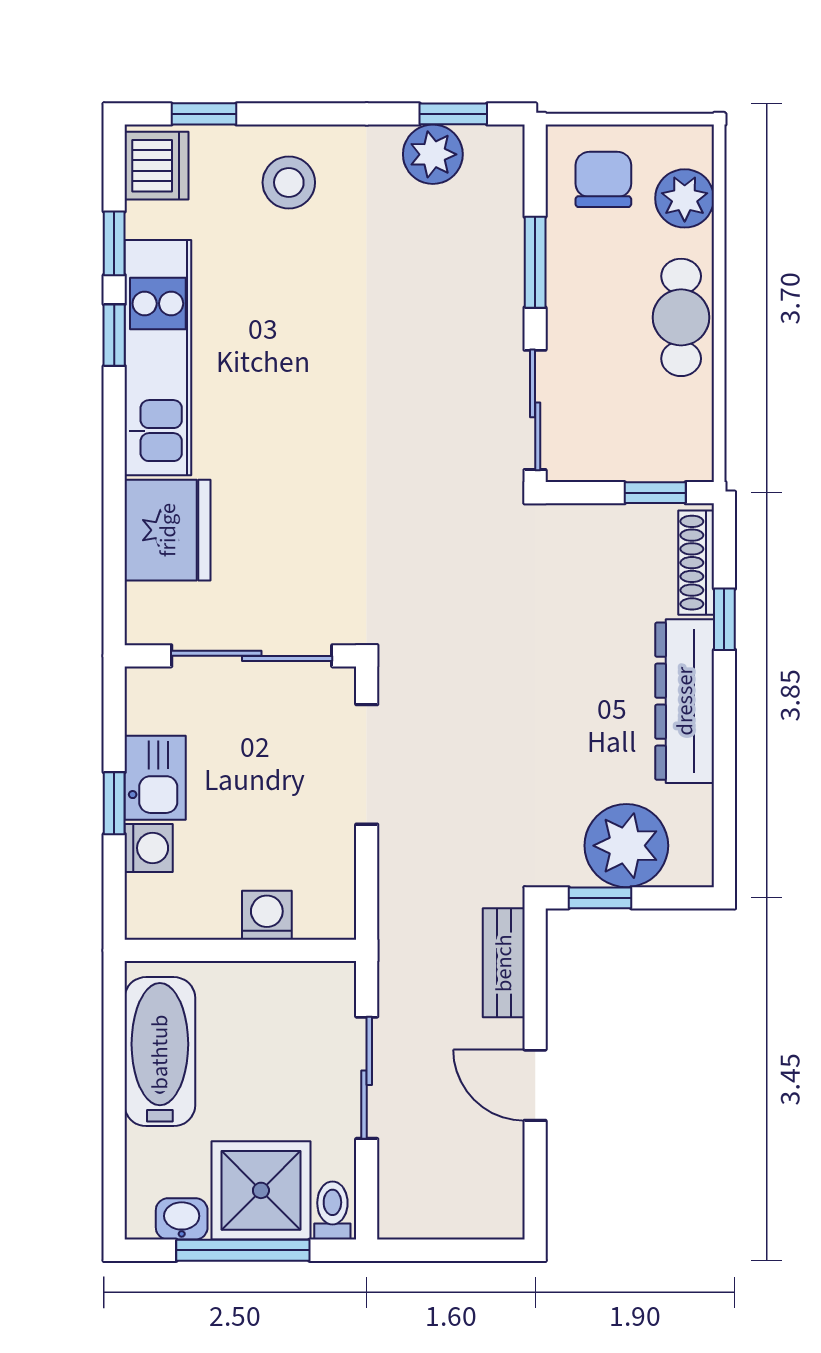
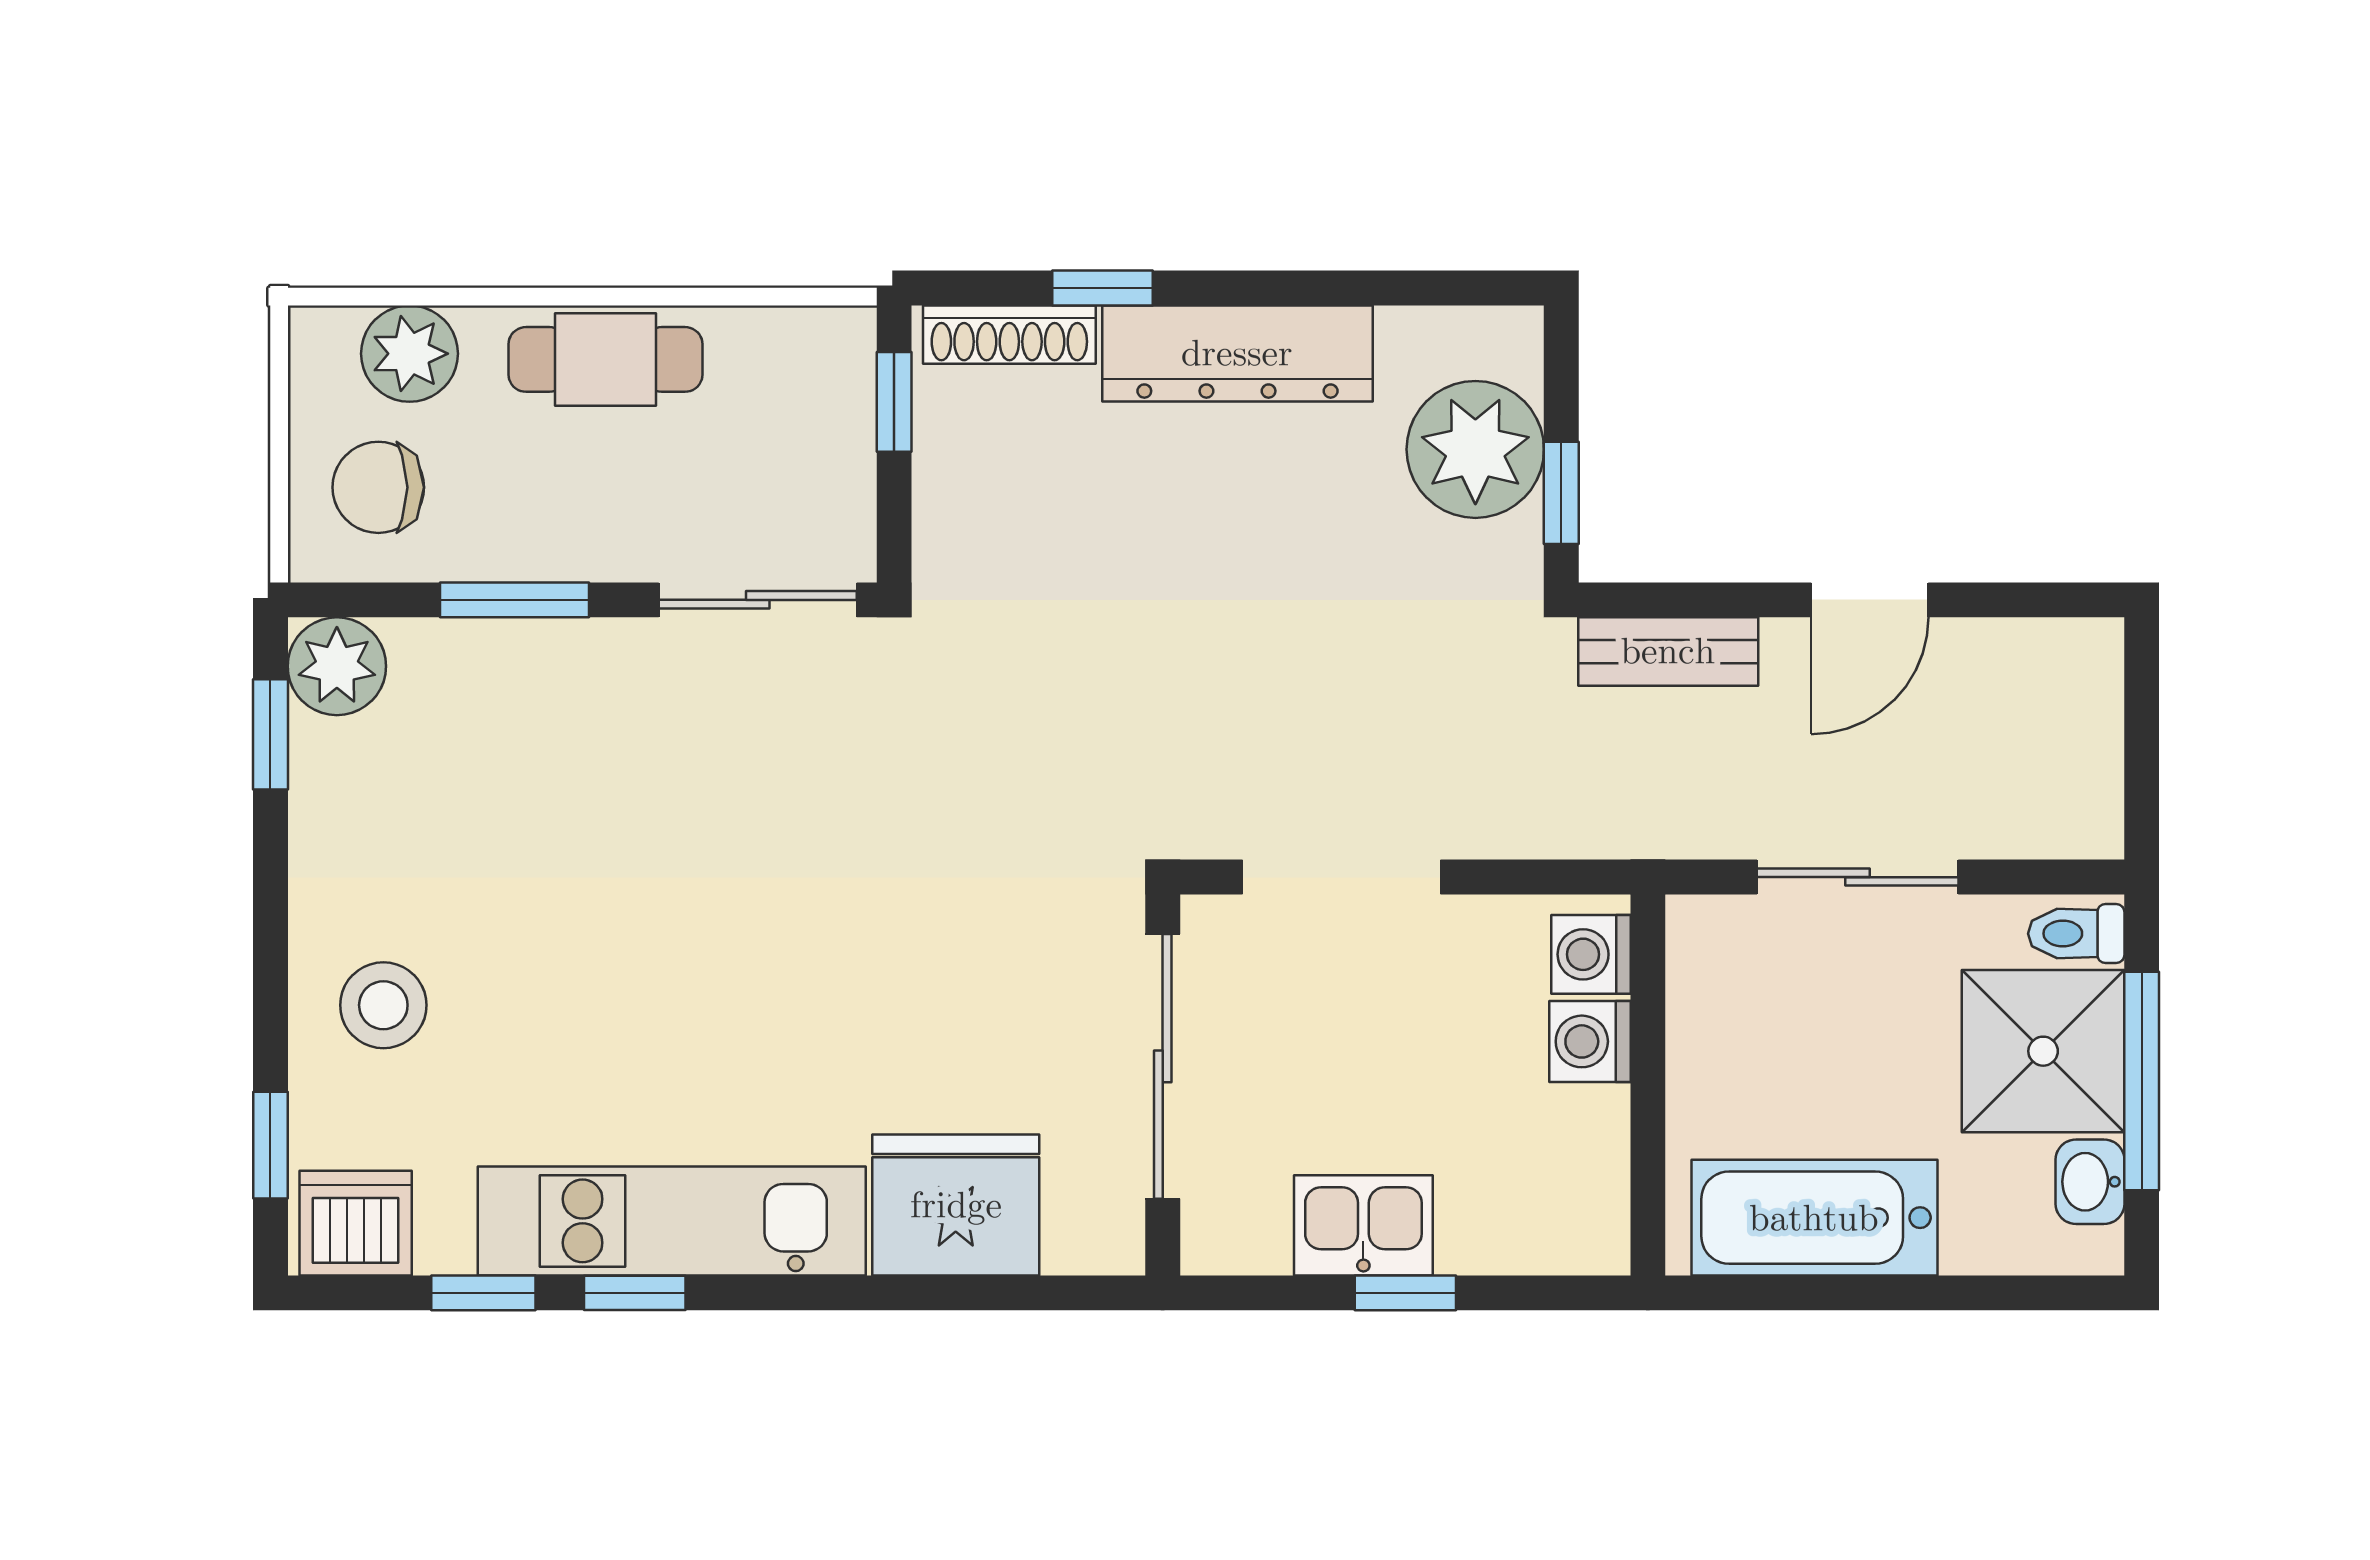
plant: (433, 154) -> (337, 666), moved
washing machine: (149, 848) -> (1591, 954), moved, turned -90

